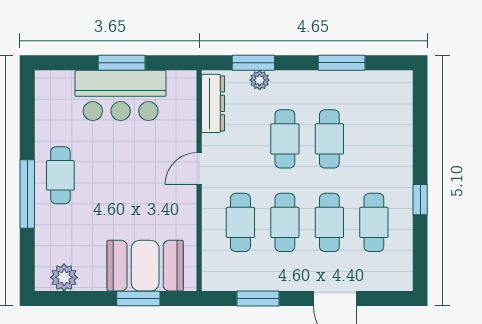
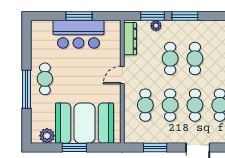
window: (342, 63) -> (185, 16), moved
booth: (145, 266) -> (85, 123), width x1.36, depth x1.42
window: (138, 299) -> (74, 148), moved

